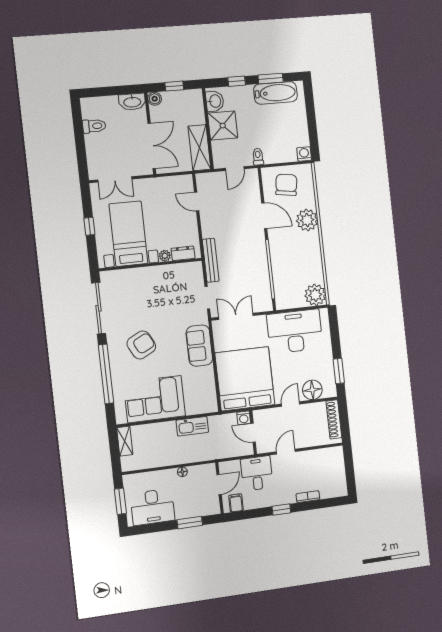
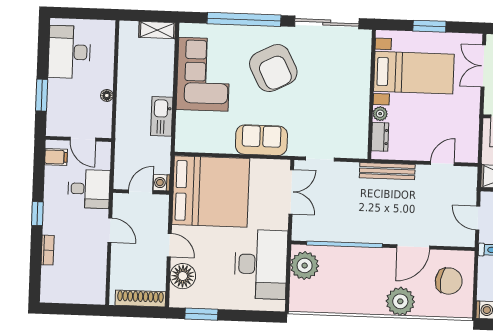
window: (89, 226) -> (429, 26), width x1.50
bench: (211, 260) -> (387, 171), moved
plant: (315, 295) -> (305, 265), moved
armchair: (141, 345) -> (273, 68), width x1.36, depth x1.36
window: (120, 501) -> (83, 14), removed

